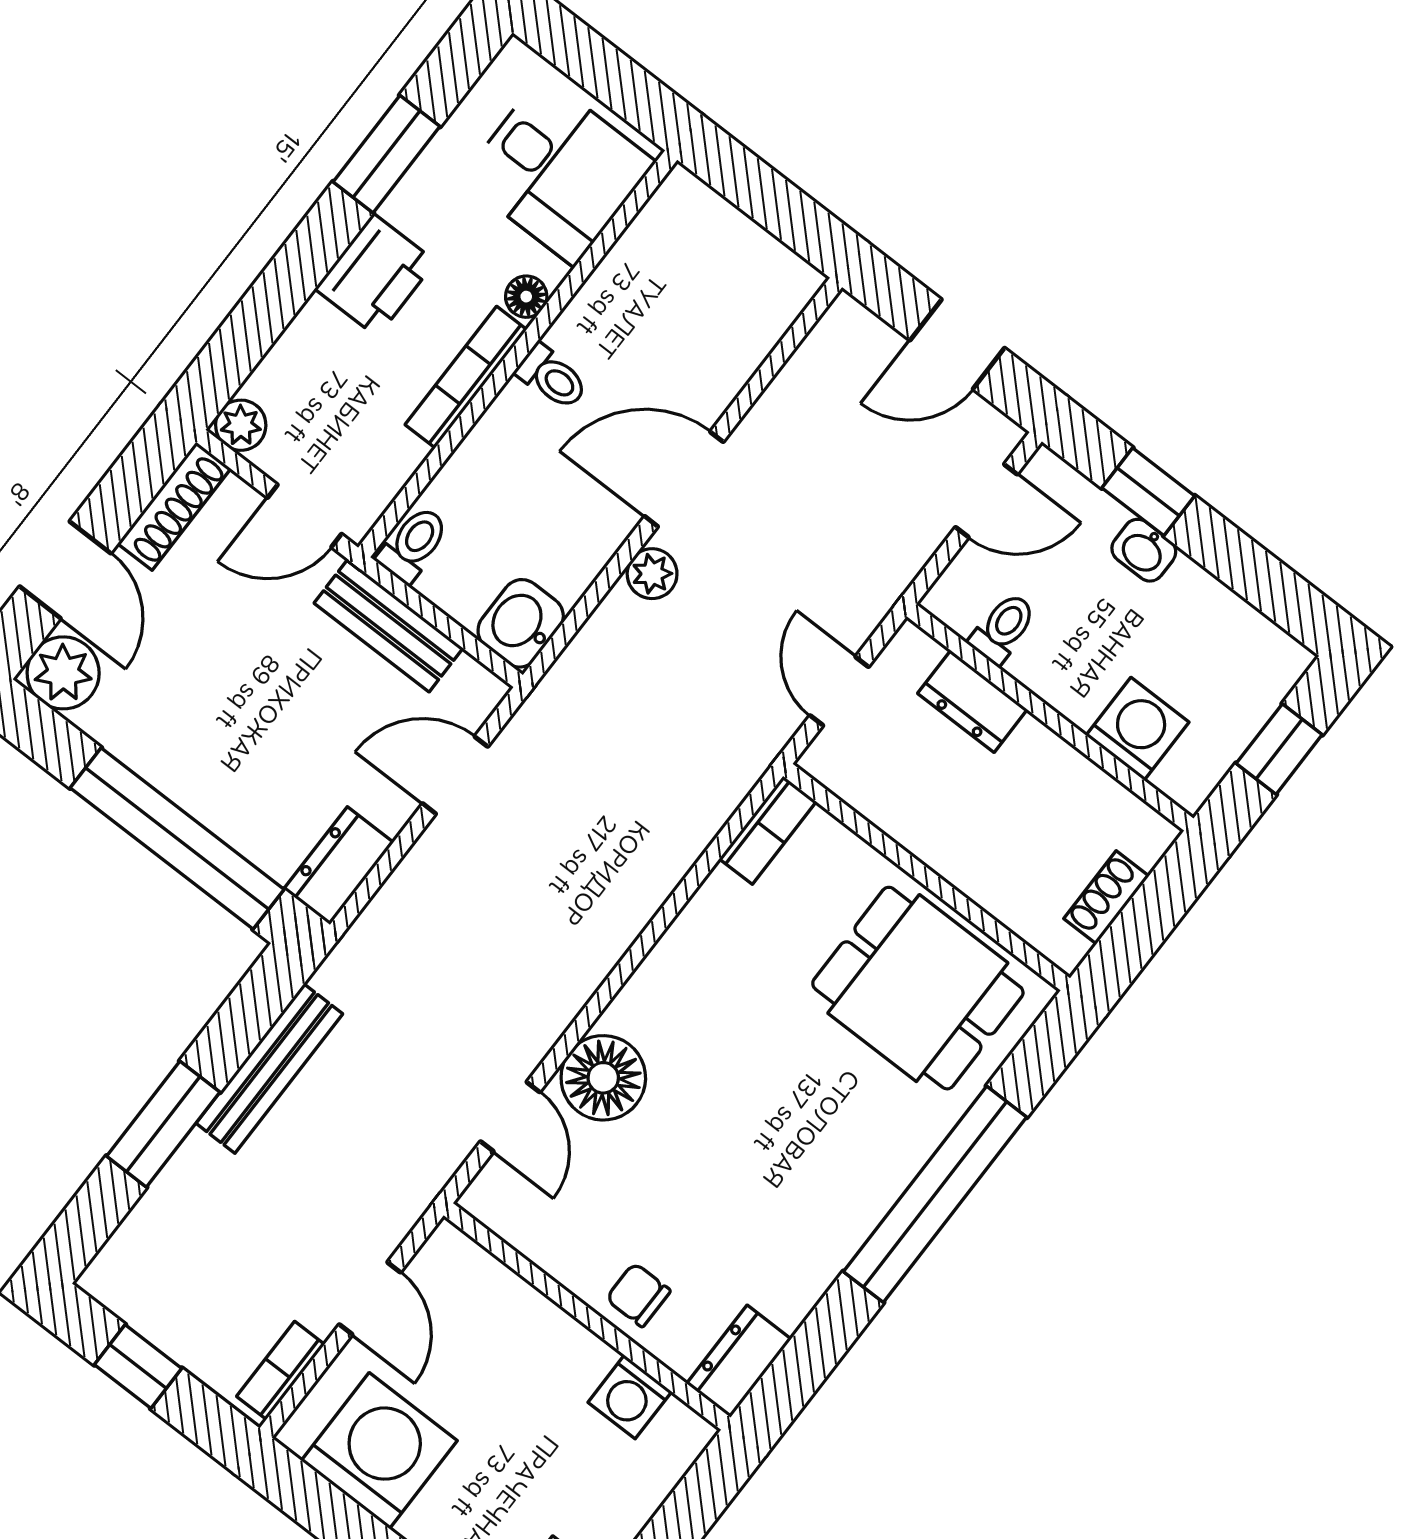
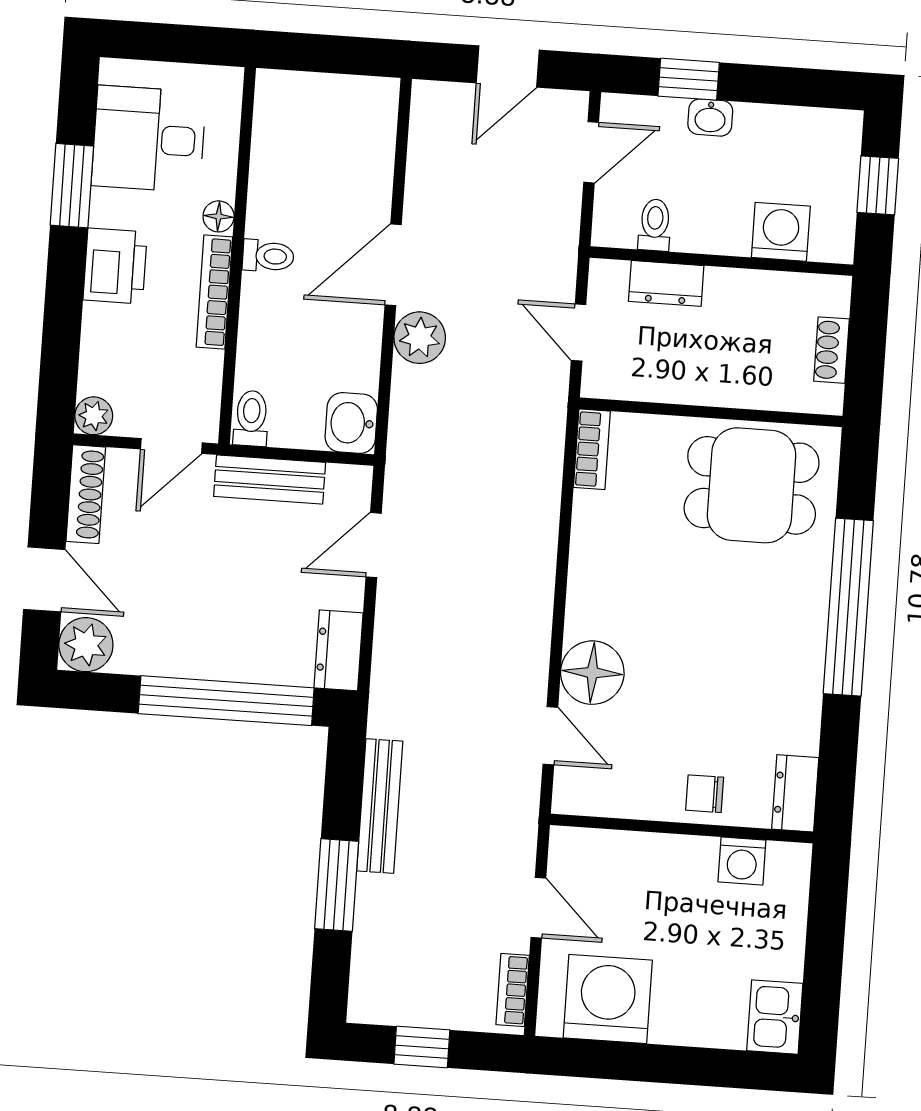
desk: (558, 170) -> (149, 139), moved, turned 180
plant: (652, 574) -> (420, 338), width x1.38, depth x1.38

